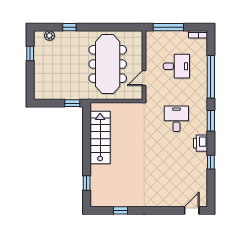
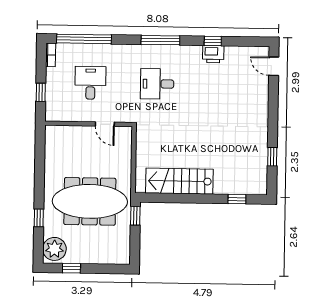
window: (168, 27) -> (41, 92), width x0.46
plant: (49, 36) -> (54, 249), width x1.87, depth x1.87
meeting table: (108, 64) -> (90, 201), moved
window: (211, 77) -> (84, 39), moved
window: (211, 121) -> (160, 40), width x1.44
printer: (201, 143) -> (213, 54), moved

